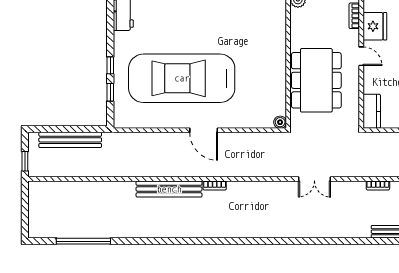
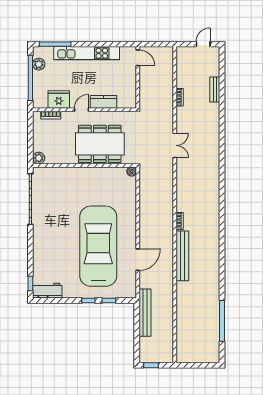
car: (182, 78) -> (98, 246), turned 180
kitchen counter: (372, 111) -> (104, 102), moved
door: (204, 130) -> (138, 260), moved
bench: (70, 140) -> (145, 313), moved
window: (25, 161) -> (151, 365), moved

